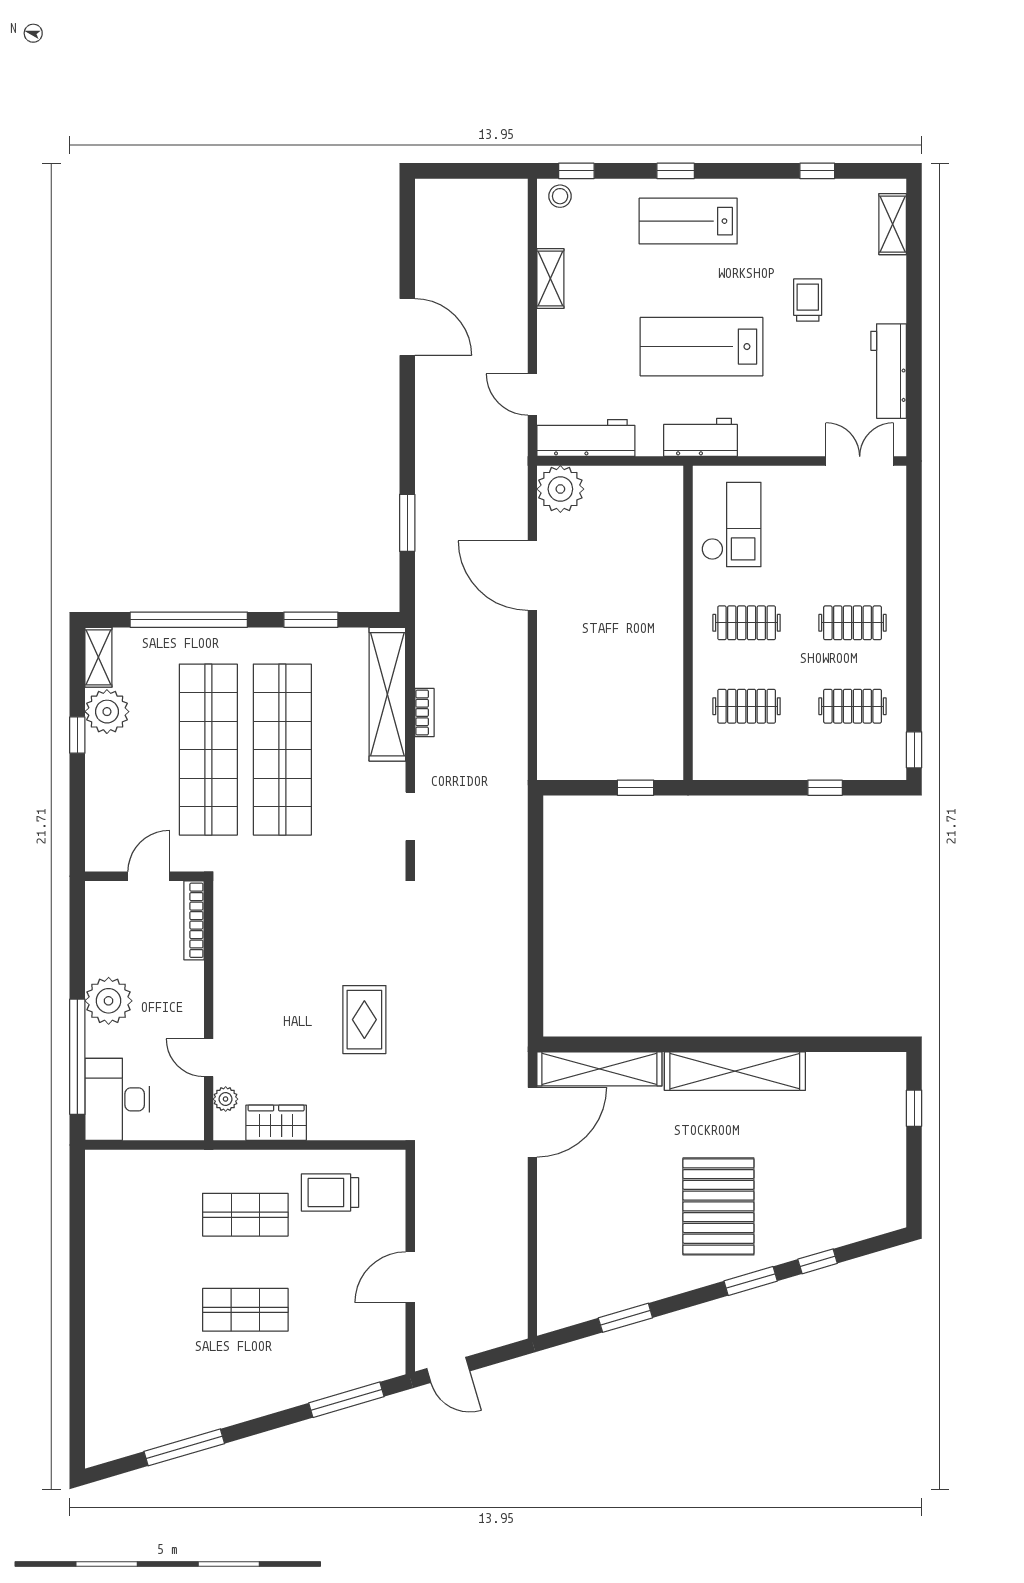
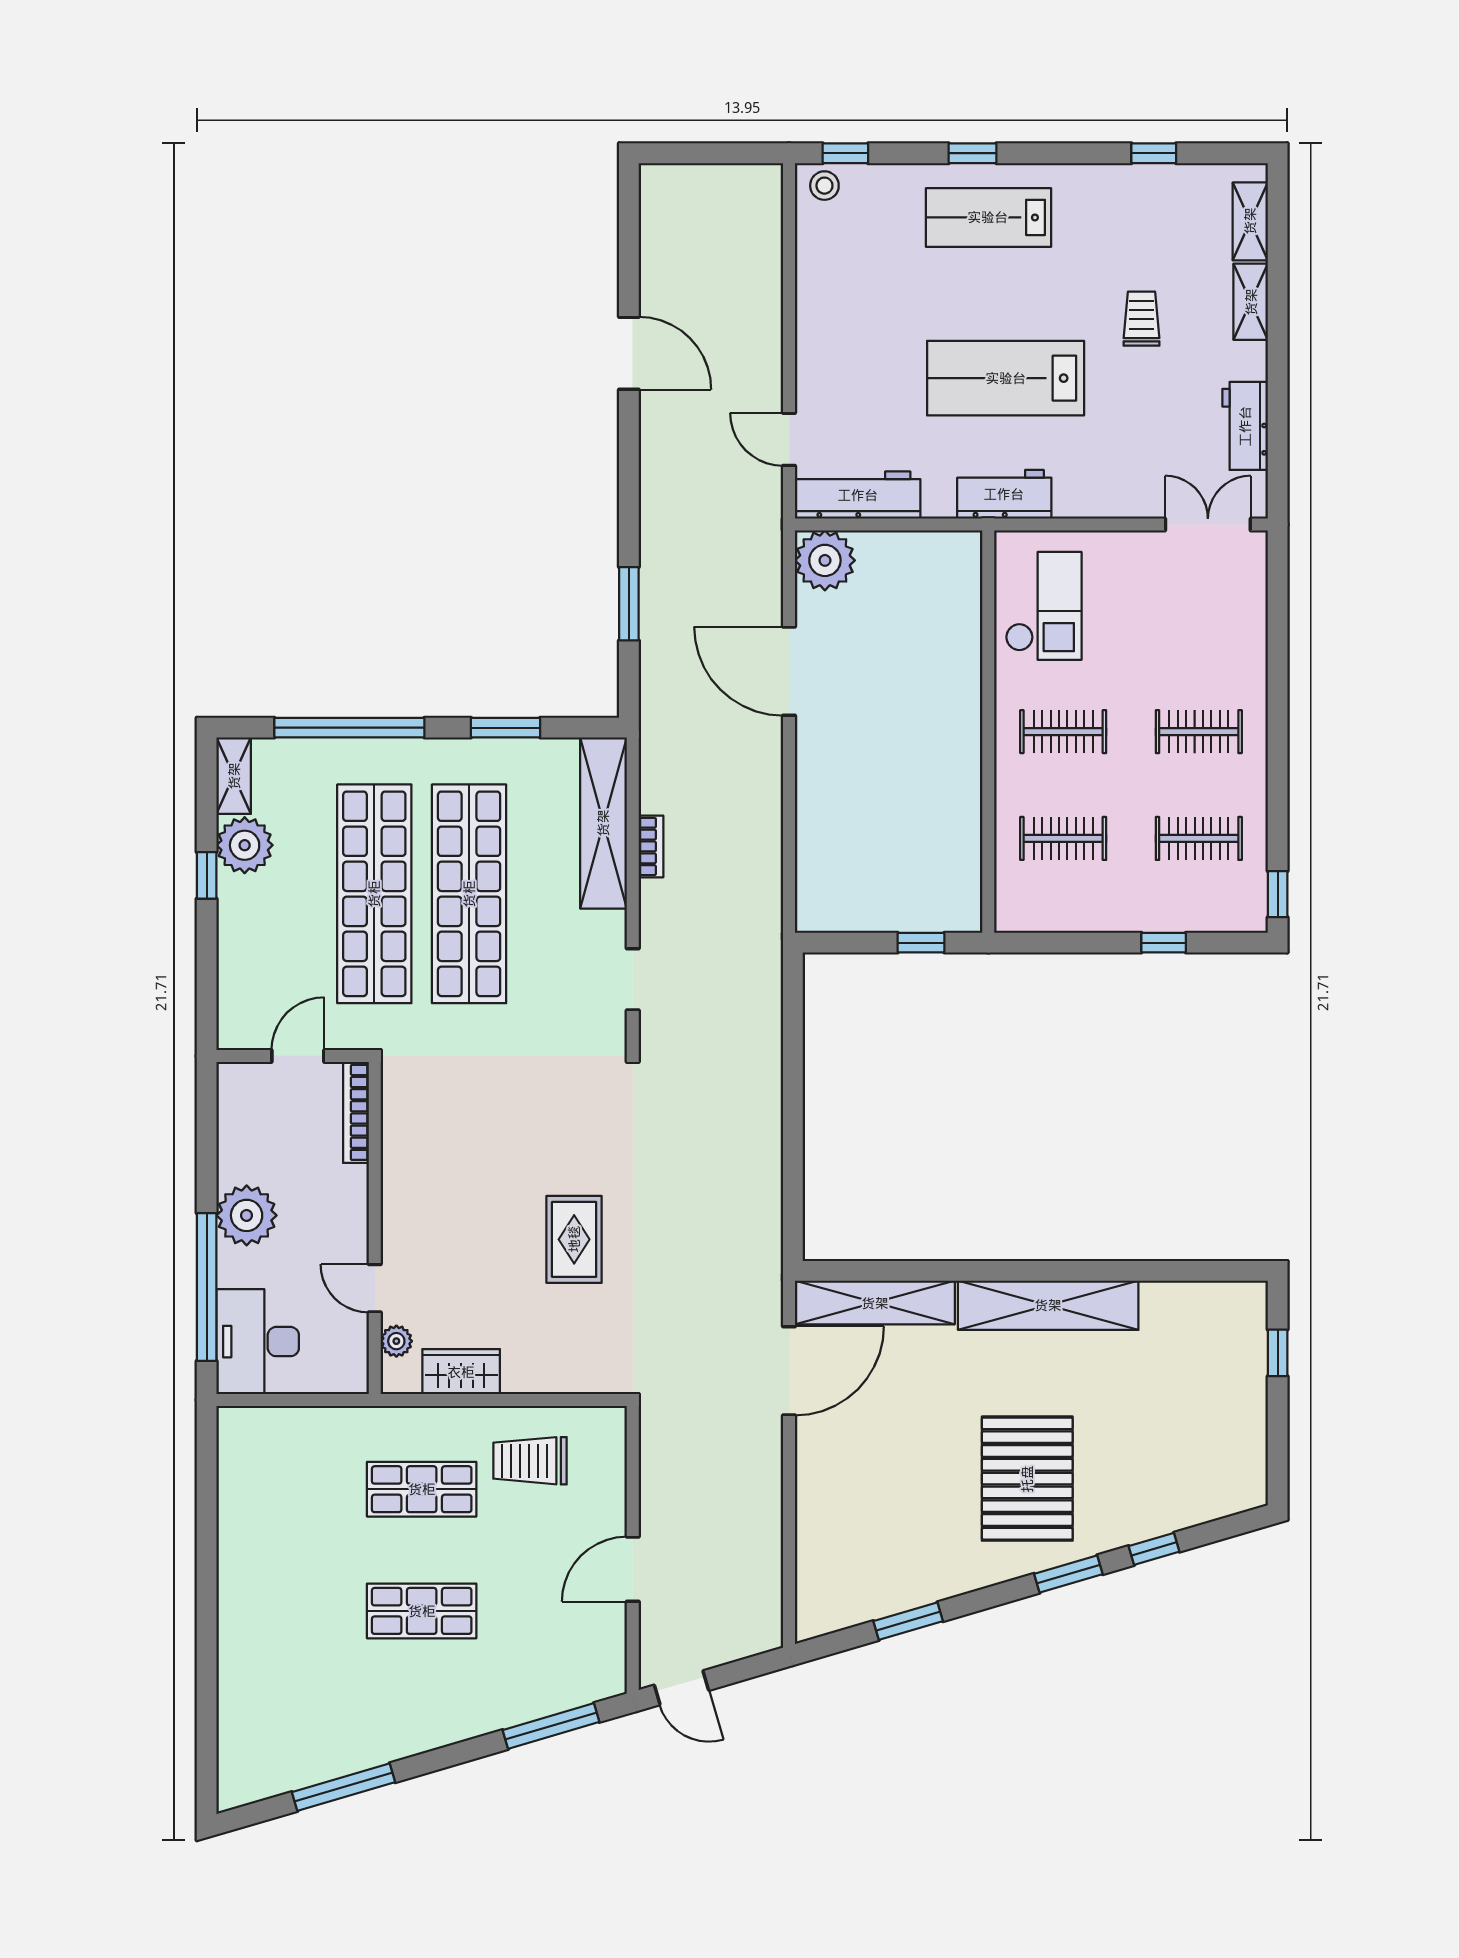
shelving: (550, 279) -> (1251, 302), moved
workbench: (889, 371) -> (1245, 426), width x0.73

